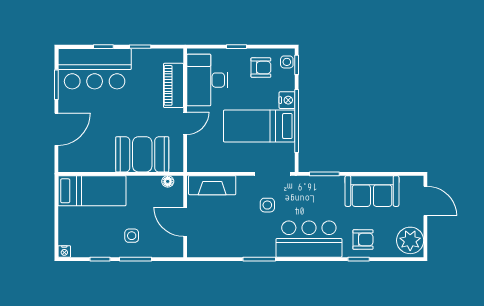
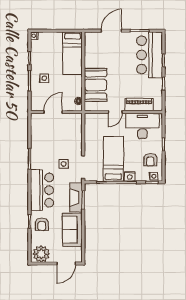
door: (185, 123) -> (115, 112), hinge flipped
door: (56, 129) -> (111, 31), swing flipped
fireplace: (212, 185) -> (76, 197), moved

